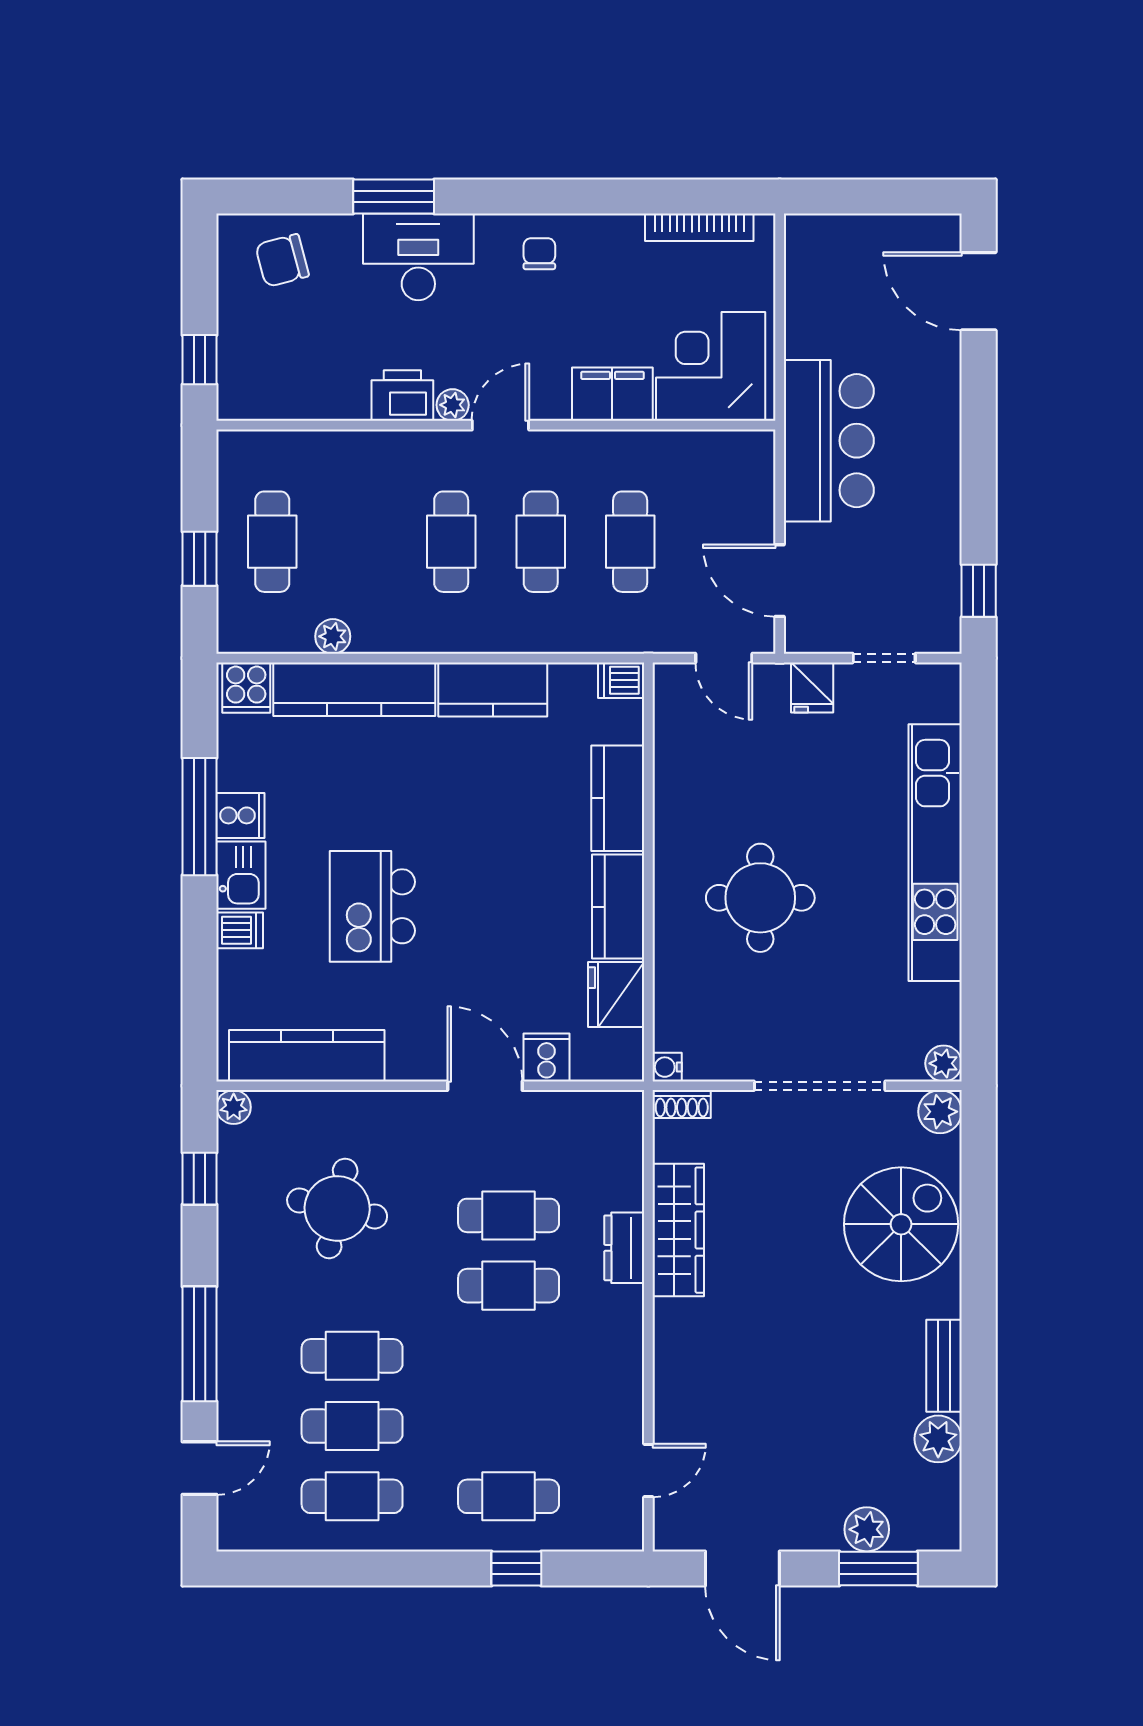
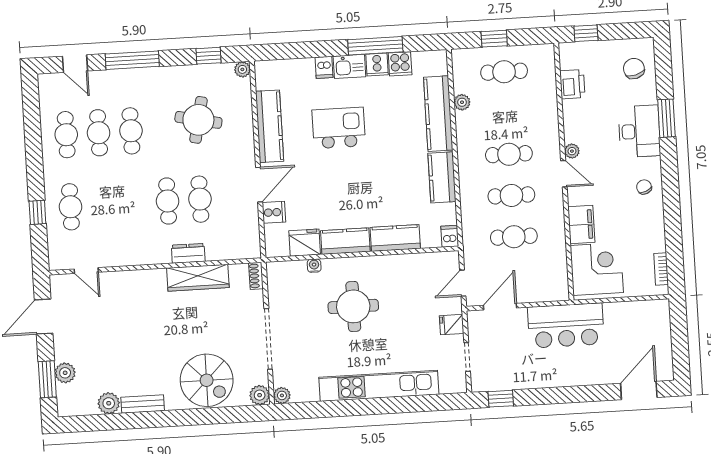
bookcase: (699, 227) -> (661, 269), width x0.64
chair: (539, 254) -> (644, 187), turned -113
printer: (402, 395) -> (572, 84), moved
cooker: (246, 688) -> (400, 64), moved, turned -90
kitchen counter: (307, 1056) -> (270, 126), moved
water cooler: (667, 1067) -> (314, 266), moved

